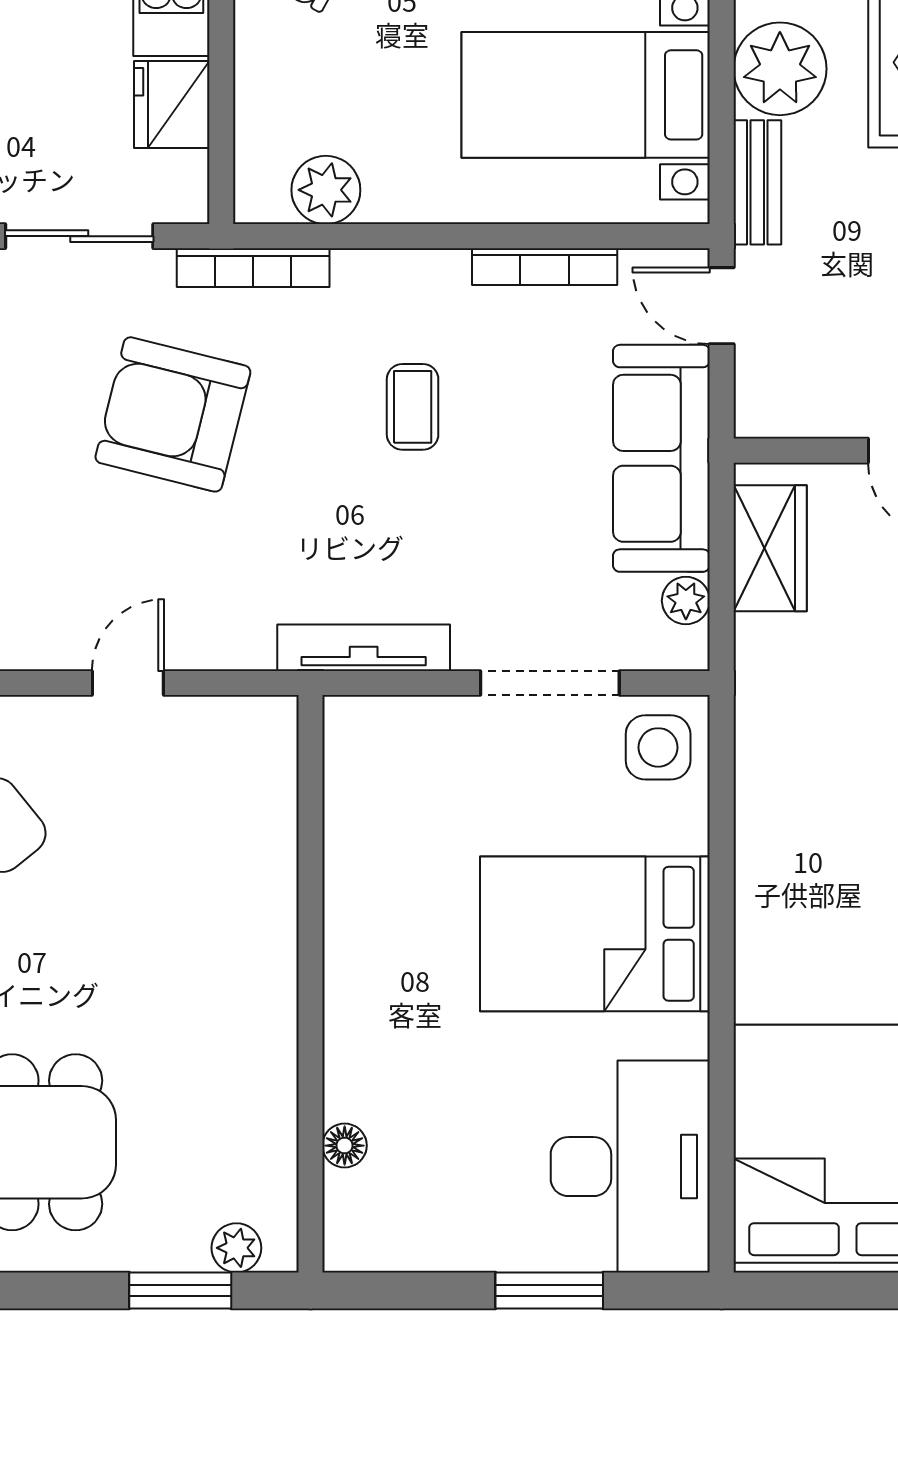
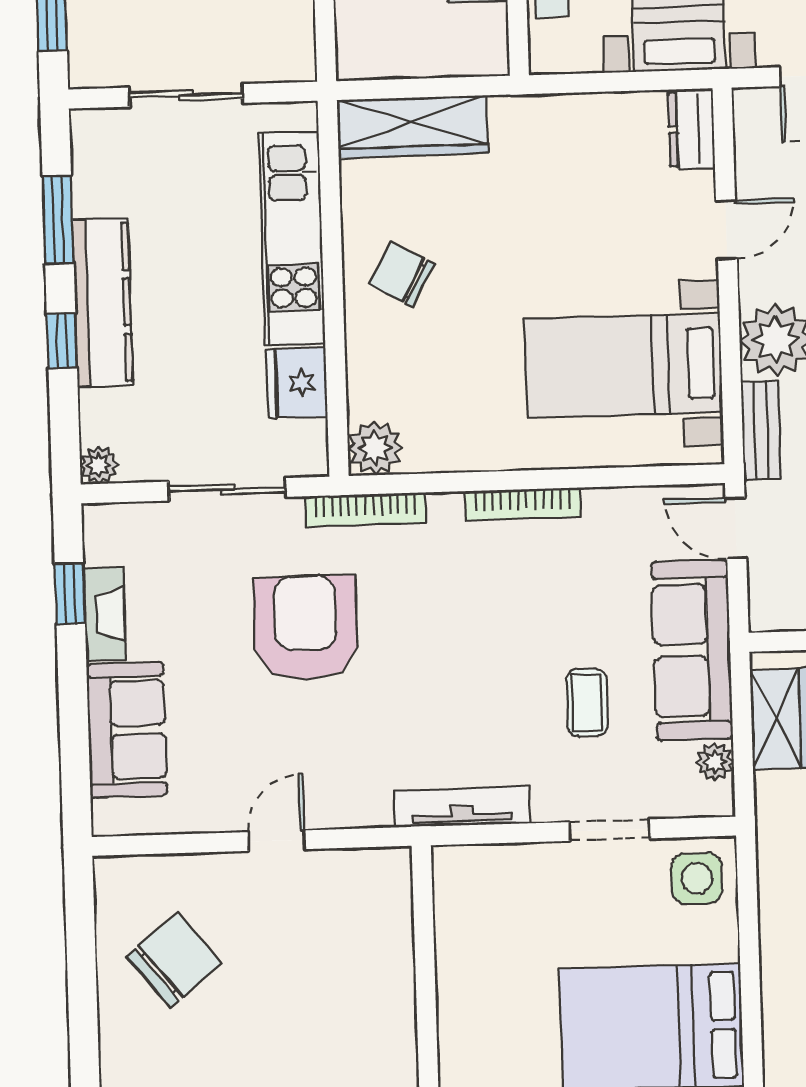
plant: (326, 190) -> (375, 448), moved
bookcase: (545, 267) -> (523, 504), moved
coffee table: (413, 407) -> (587, 703), moved
armchair: (173, 414) -> (306, 628), turned 76
doorway: (550, 683) -> (610, 830), width x0.73

